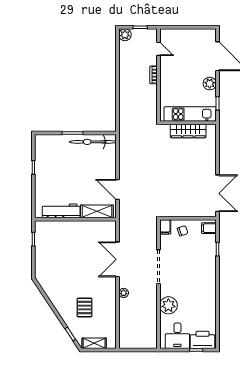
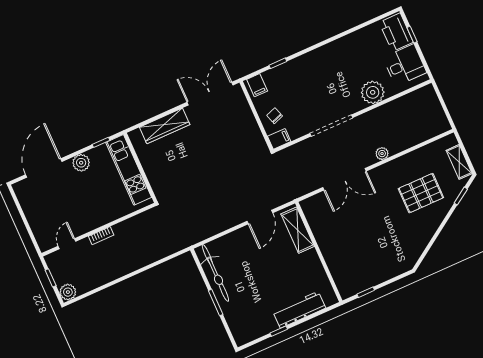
wardrobe: (188, 131) -> (165, 126), moved, turned 90
workbench: (61, 211) -> (299, 310), moved, turned 90
pallet: (85, 308) -> (421, 193), width x1.50, depth x1.42

